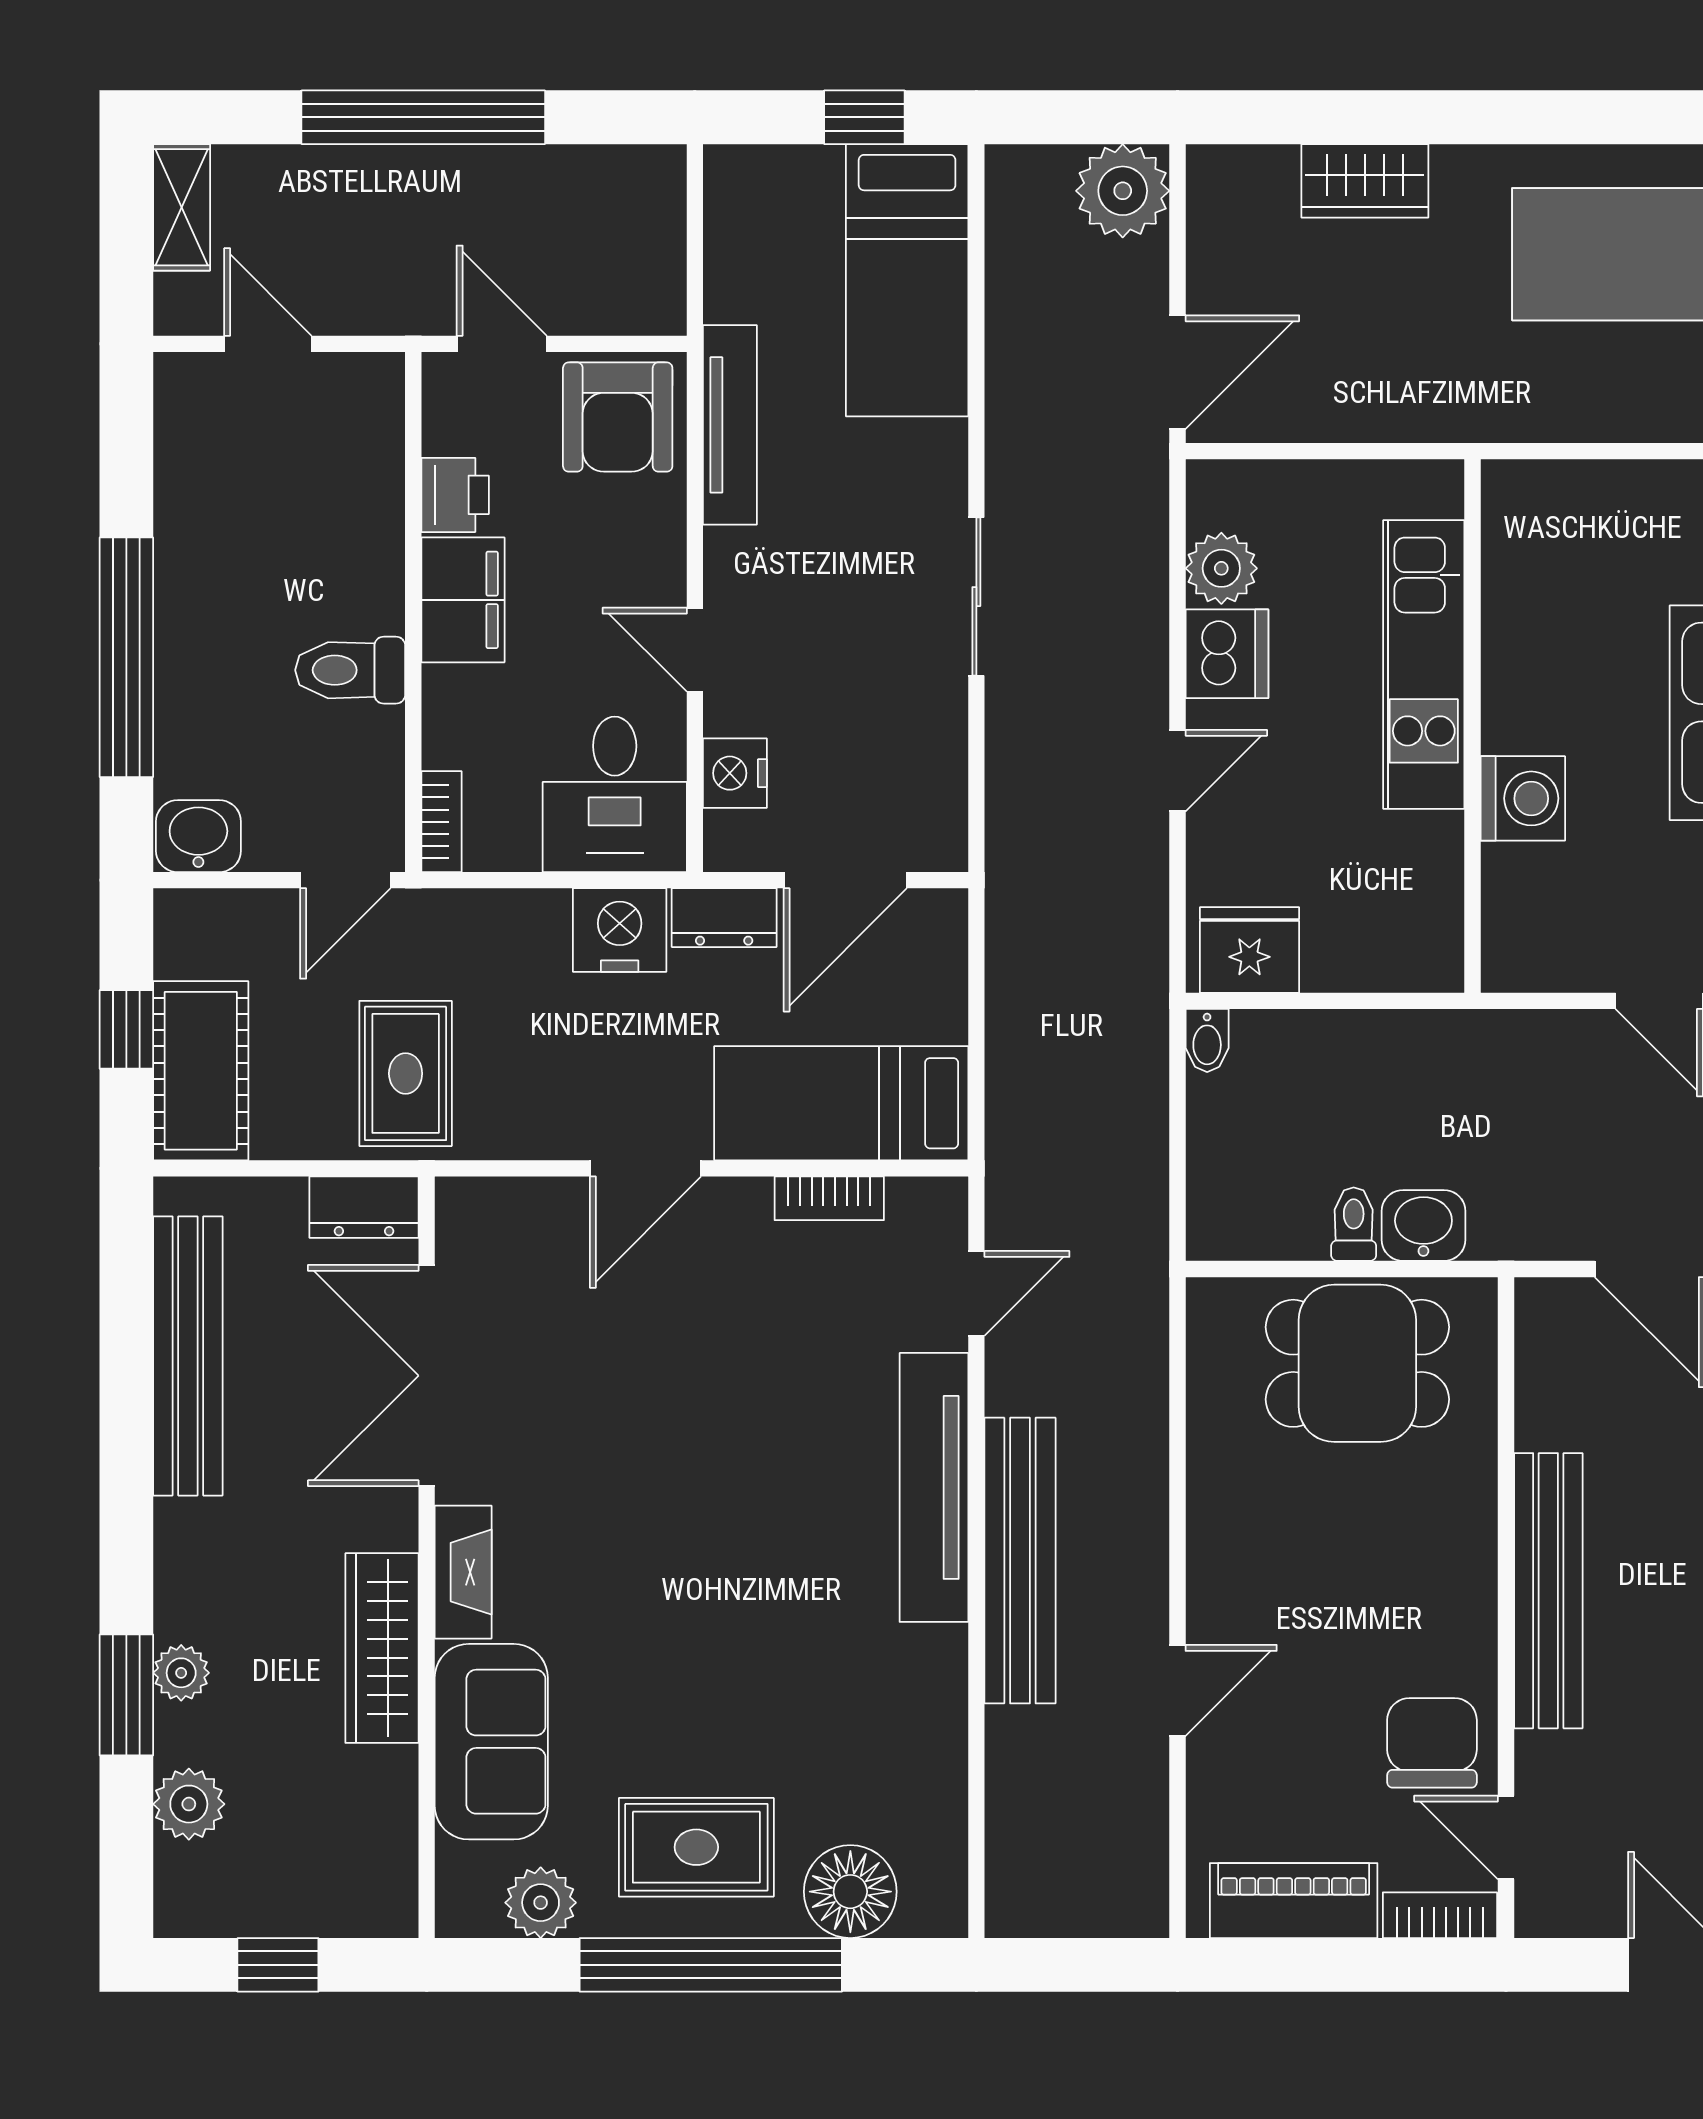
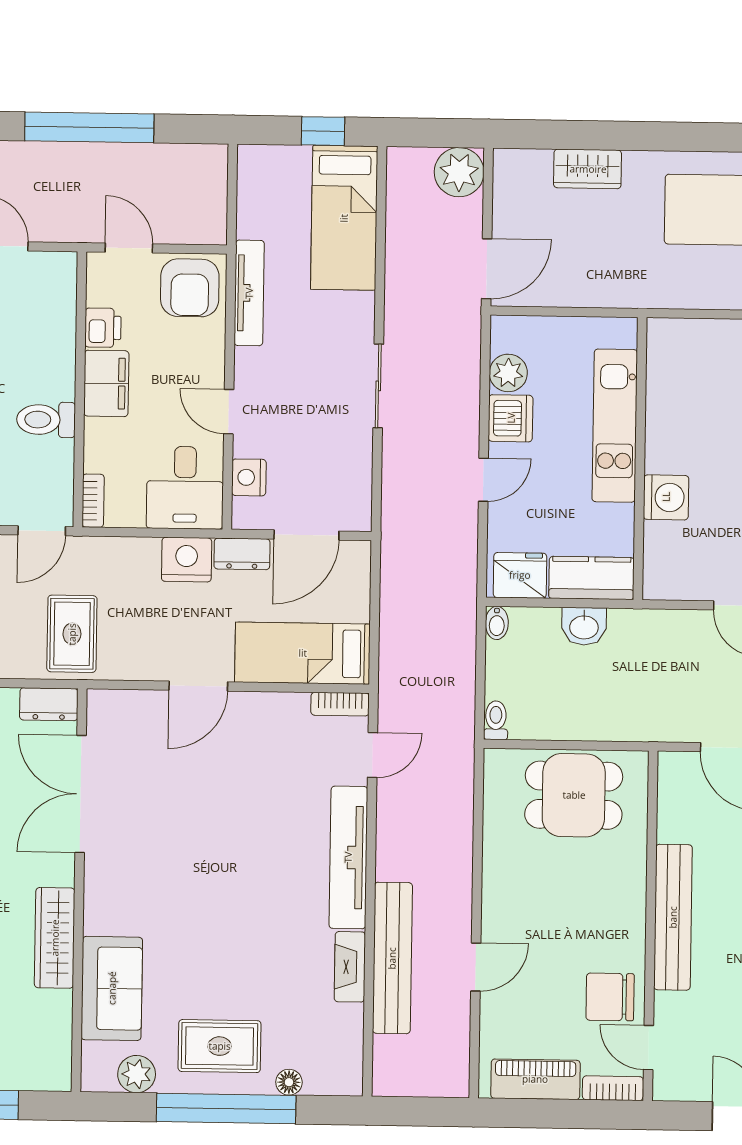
kitchen counter: (1385, 953) -> (591, 578), added
bookcase: (829, 1198) -> (340, 704), moved
toilet: (1354, 1224) -> (496, 720), moved
washbasin: (1423, 1225) -> (584, 626), moved, turned 180
bench: (1020, 1561) -> (392, 958), moved
fireplace: (463, 1572) -> (350, 967), moved, turned 180
chair: (1432, 1743) -> (610, 997), turned -90
floor lamp: (850, 1892) -> (289, 1082), width x0.53, depth x0.53

